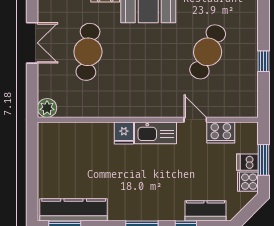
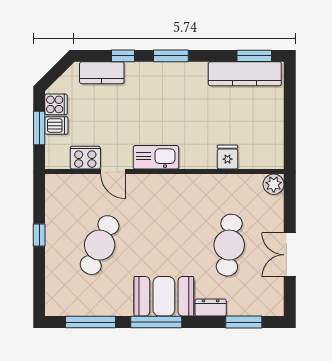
fridge: (124, 133) -> (228, 157), moved

